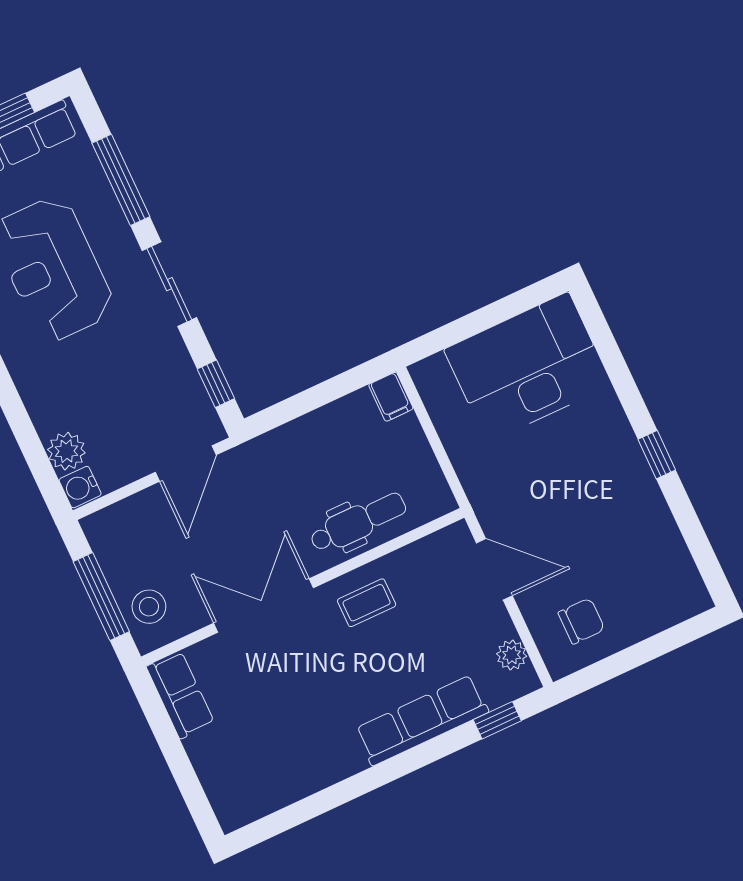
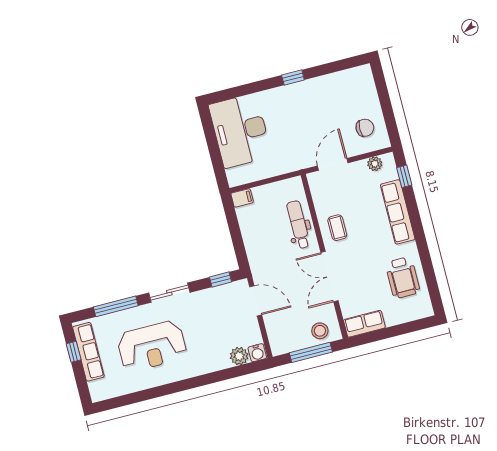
chair: (581, 621) -> (365, 128), turned 90
wheelchair: (289, 756) -> (403, 278), added

